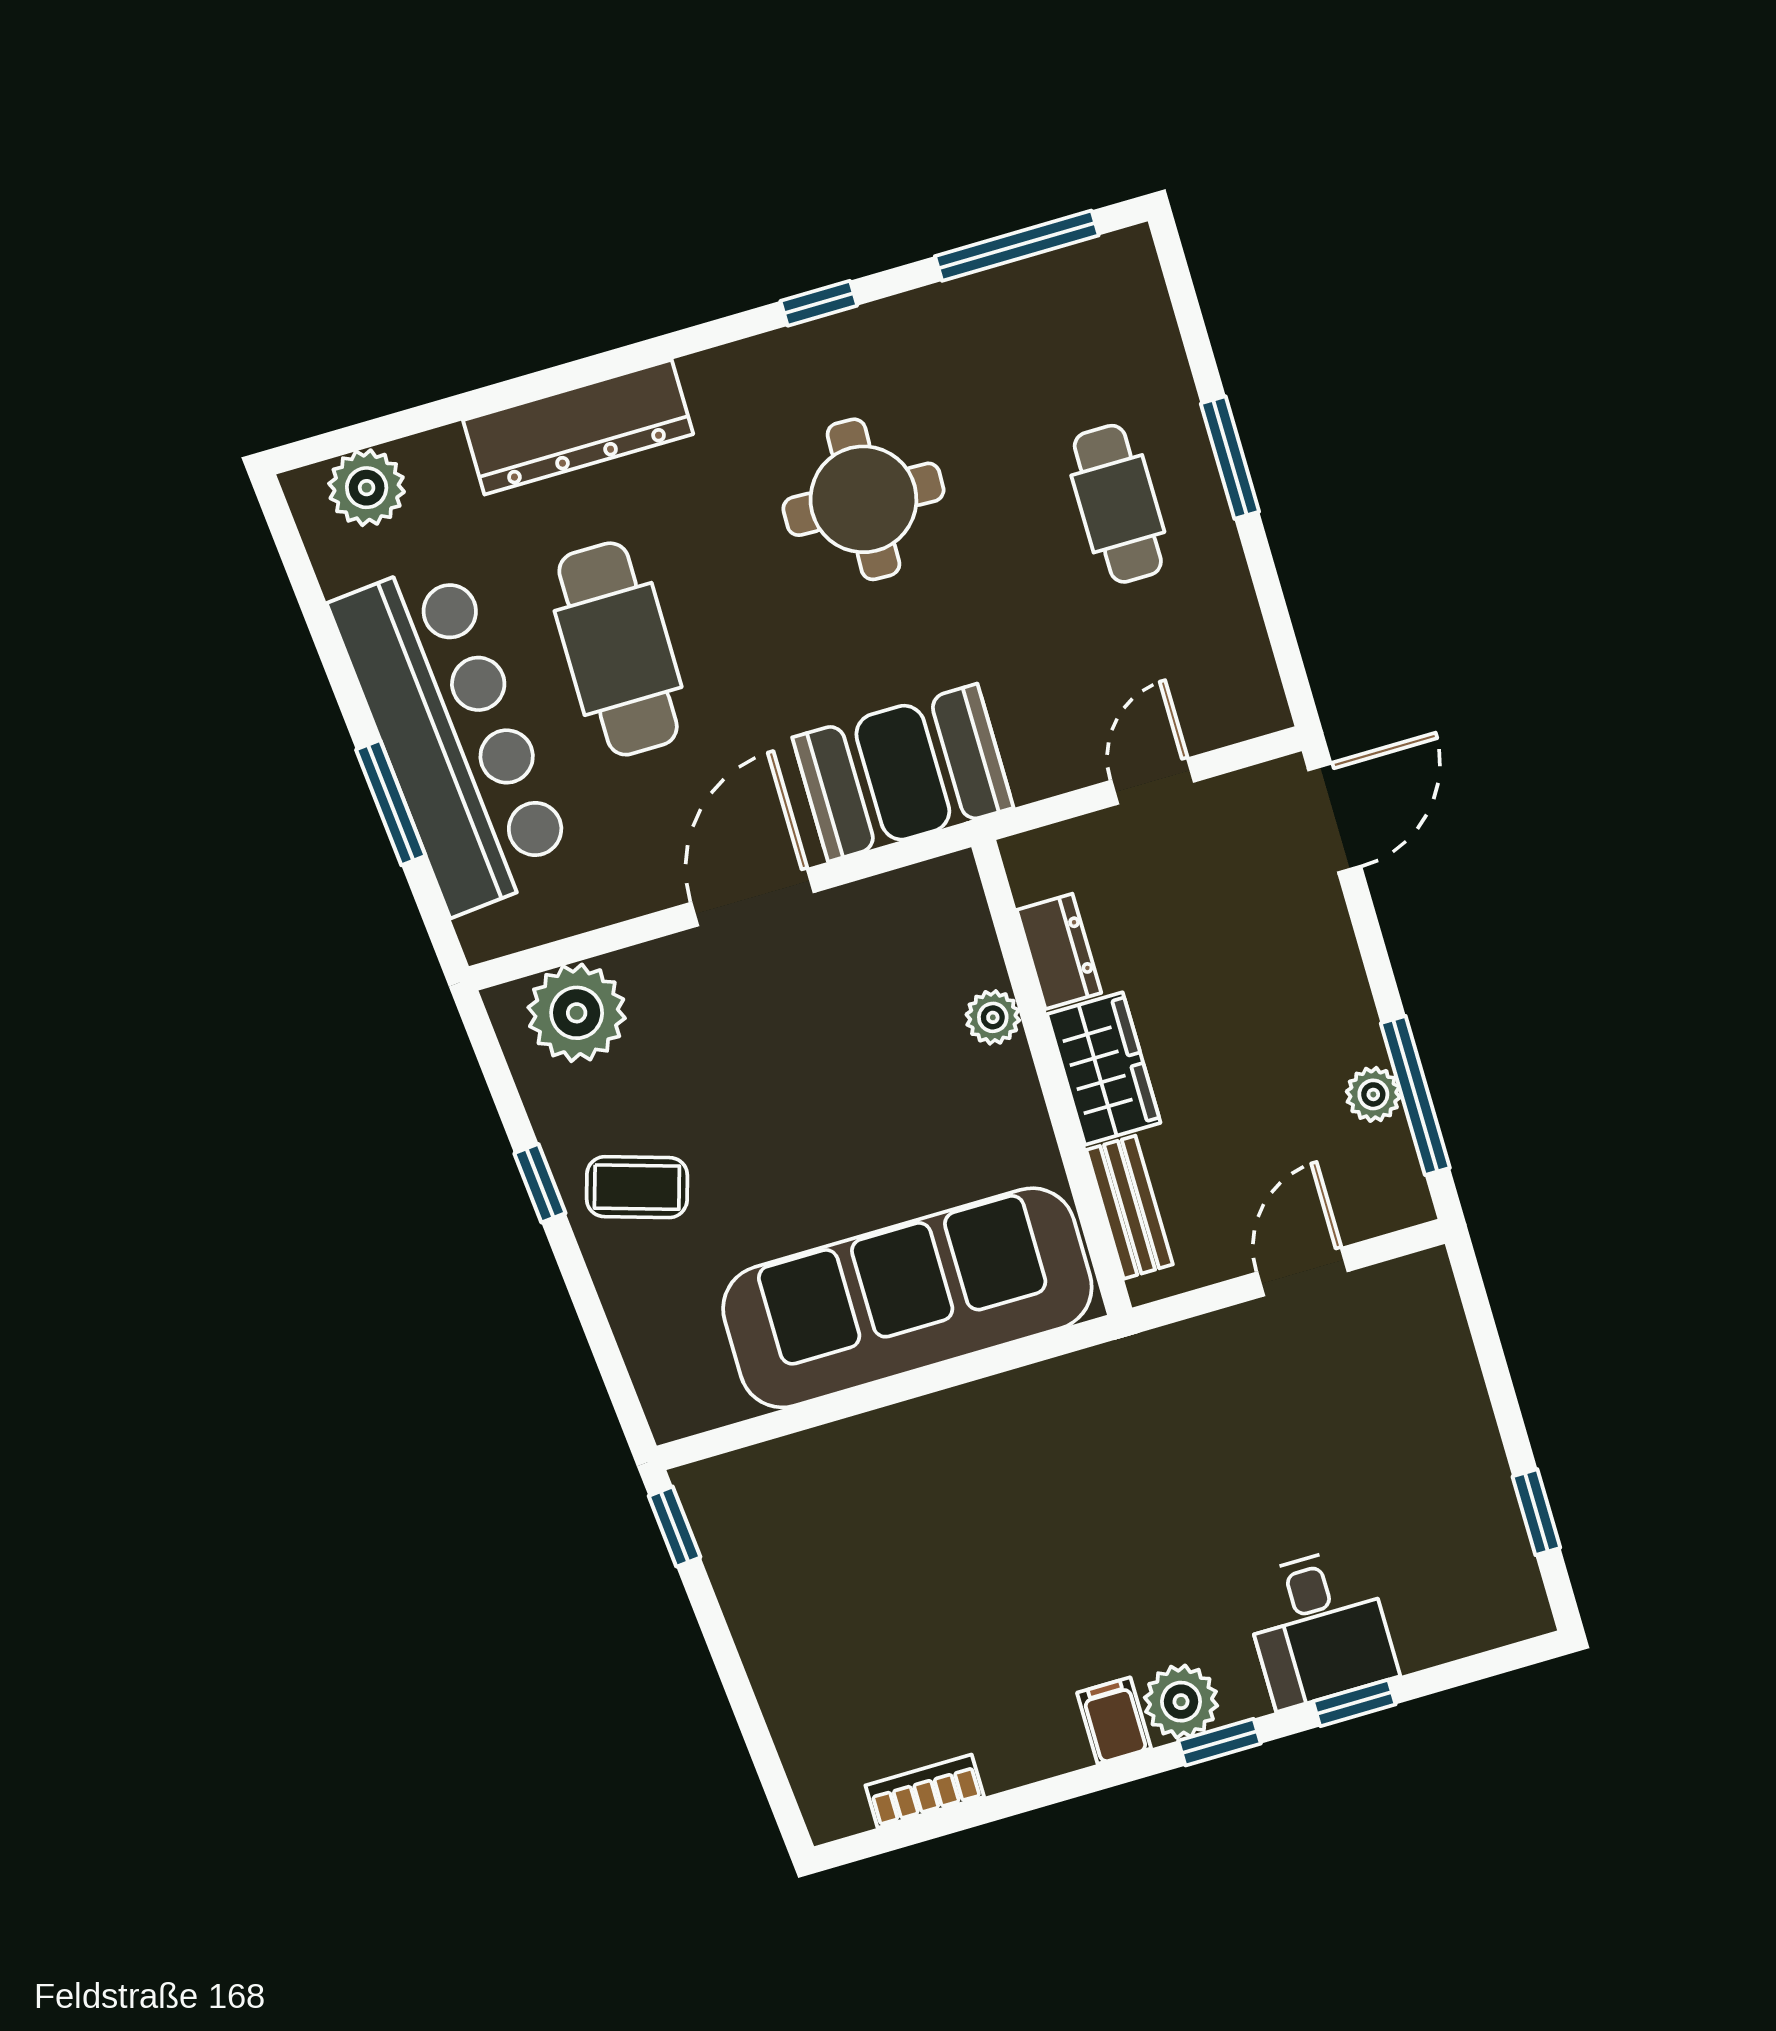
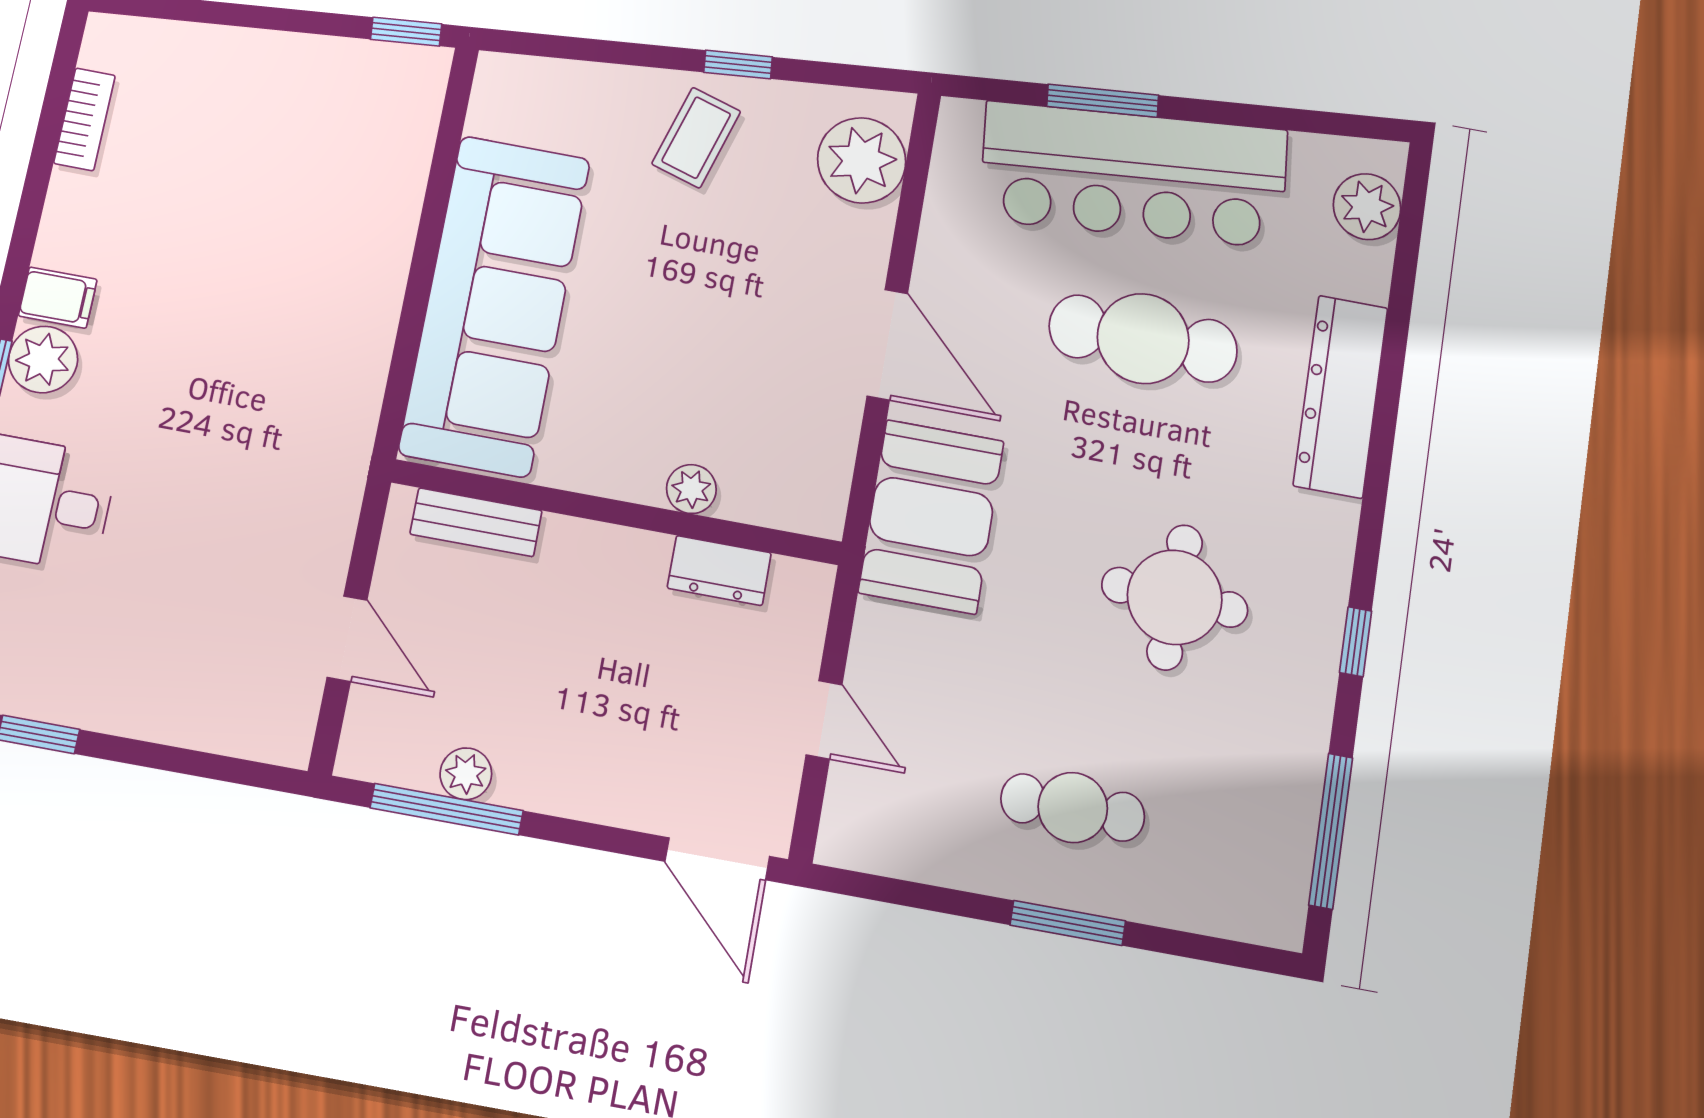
wardrobe: (1104, 1069) -> (603, 559), removed

